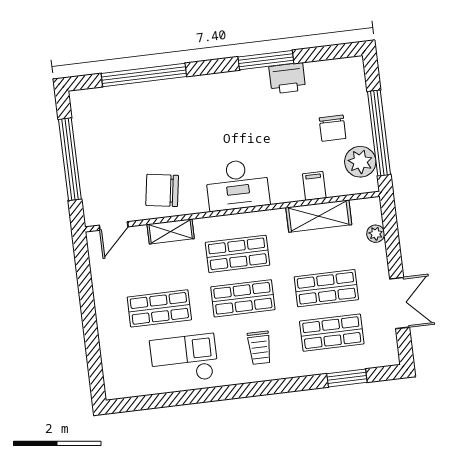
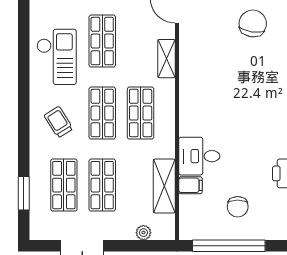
chair: (333, 128) -> (238, 207), turned -90
plant: (360, 162) -> (206, 227), removed
desk: (237, 185) -> (199, 156), moved, width x0.73
chair: (162, 190) -> (253, 23), moved
trolley: (259, 348) -> (58, 122), turned 58

